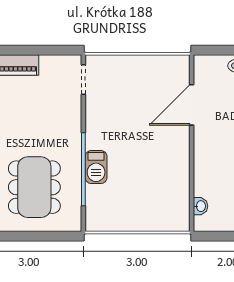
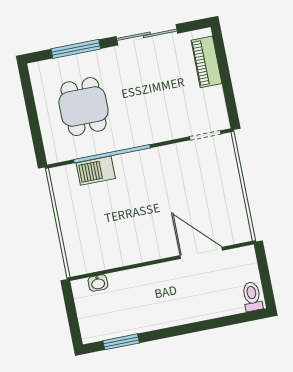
barbecue: (96, 167) -> (96, 171), moved
dining table: (34, 187) -> (83, 107), width x0.73

